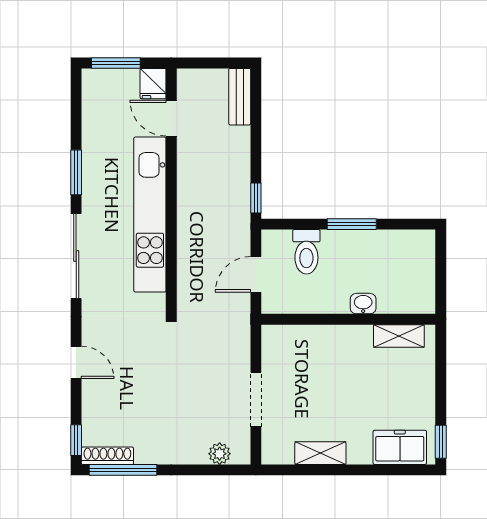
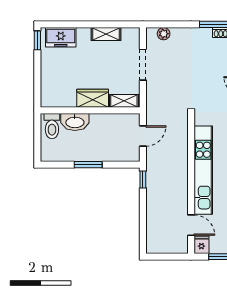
bench: (240, 97) -> (152, 237), removed
toilet: (306, 252) -> (52, 126), moved, turned 180
washbasin: (363, 304) -> (75, 122), width x1.91, depth x1.45
shelving: (399, 336) -> (124, 101), moved
wardrobe: (344, 341) -> (93, 98), added

